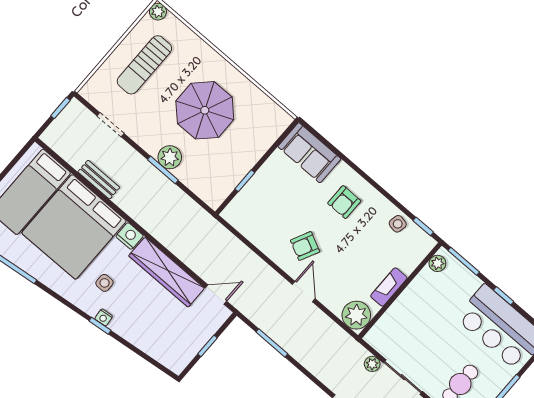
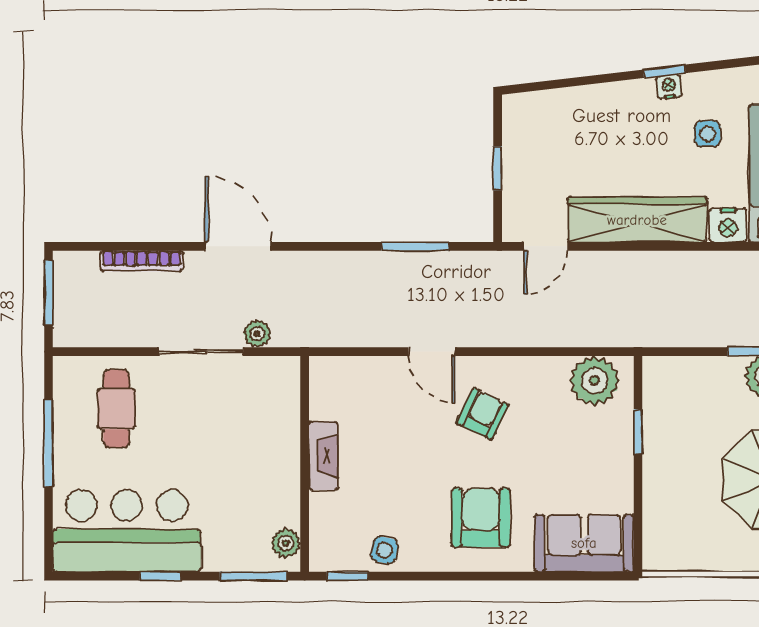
armchair: (344, 202) -> (481, 518), width x1.38, depth x1.38
plant: (356, 315) -> (594, 381), moved

